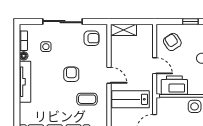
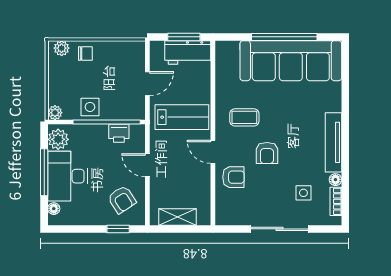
window: (190, 22) -> (118, 229), moved
shelving: (123, 30) -> (177, 217), moved
armchair: (92, 38) -> (233, 177), moved, turned 180
printer: (174, 85) -> (119, 133), width x0.53, depth x0.68

